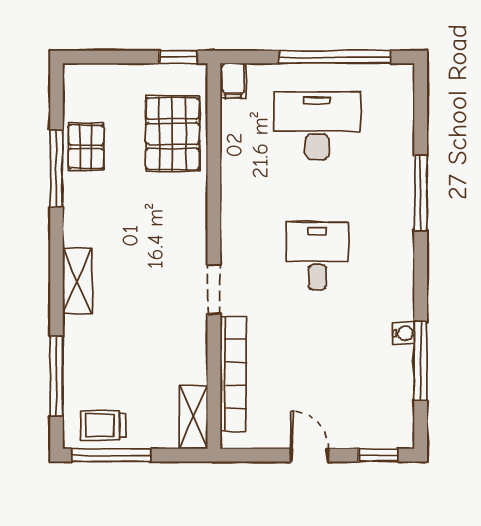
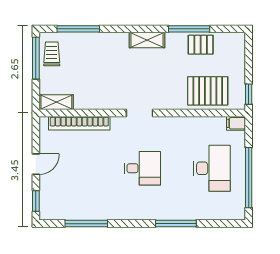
shelving: (77, 281) -> (147, 40), moved
doorway: (214, 289) -> (139, 113), moved
water cooler: (404, 333) -> (101, 214), removed

